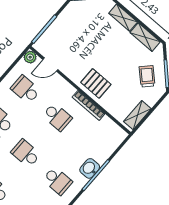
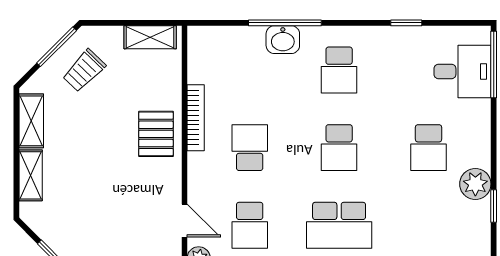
school desk: (57, 181) -> (339, 70), turned 180

